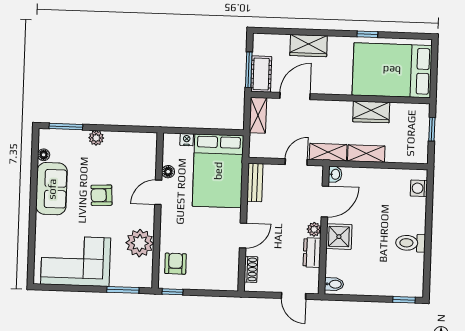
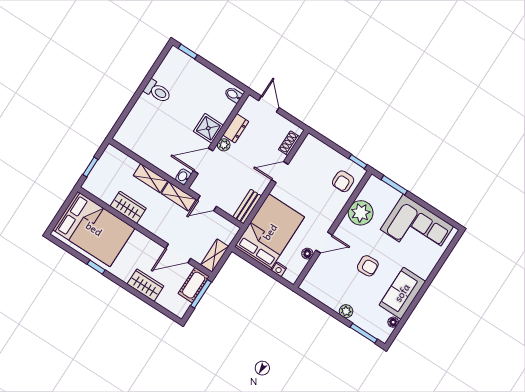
washing machine: (419, 188) -> (127, 129), removed

